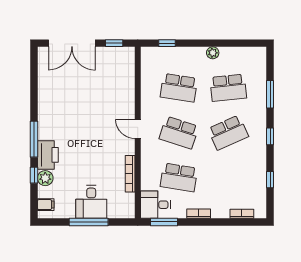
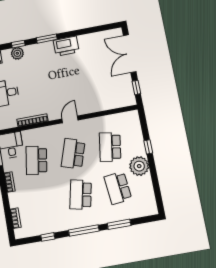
window: (167, 43) -> (148, 147), moved
plant: (213, 53) -> (139, 166), width x1.88, depth x1.88
school desk: (228, 133) -> (81, 195), turned 36
window: (270, 136) -> (84, 231), width x2.17
window: (34, 139) -> (47, 39), width x0.69
printer: (48, 155) -> (66, 46), moved

